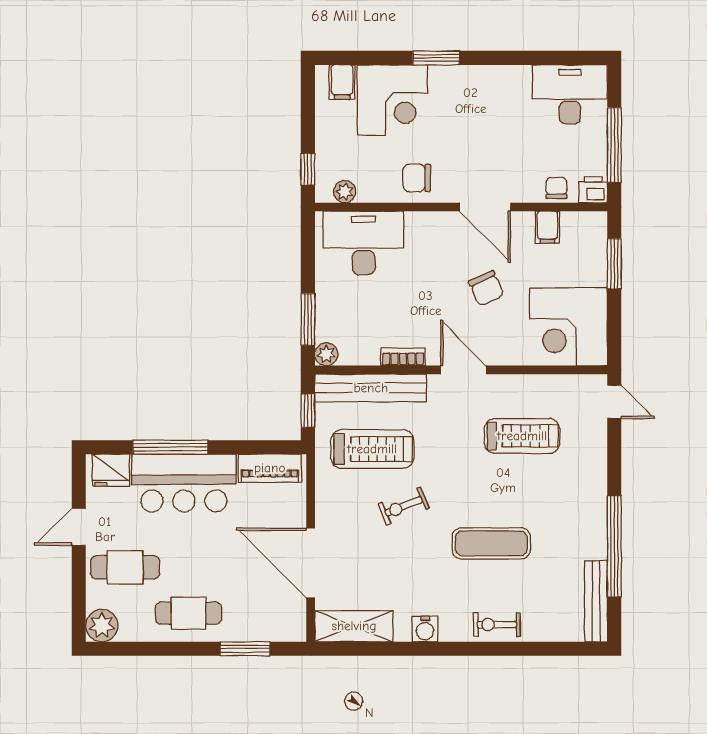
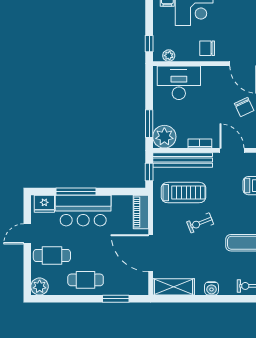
plant: (326, 354) -> (164, 137), width x1.88, depth x1.88
piano: (270, 468) -> (141, 212), moved, turned 90

